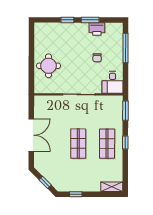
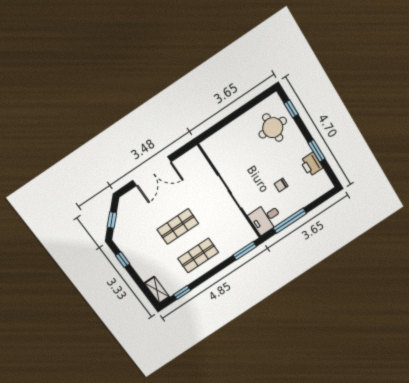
window: (67, 20) -> (291, 109), moved
window: (125, 48) -> (290, 221), moved
round table: (48, 66) -> (273, 128), moved
window: (125, 142) -> (182, 293), moved

